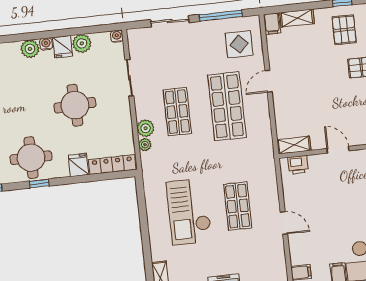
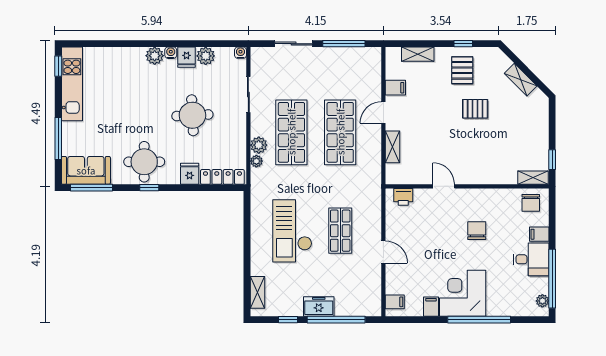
filing cabinet: (272, 24) -> (395, 88), moved, turned -90
display table: (239, 44) -> (359, 73), removed
shop shelf: (177, 112) -> (291, 132), width x1.43, depth x1.36
shelving: (294, 145) -> (393, 147), moved, turned 90

